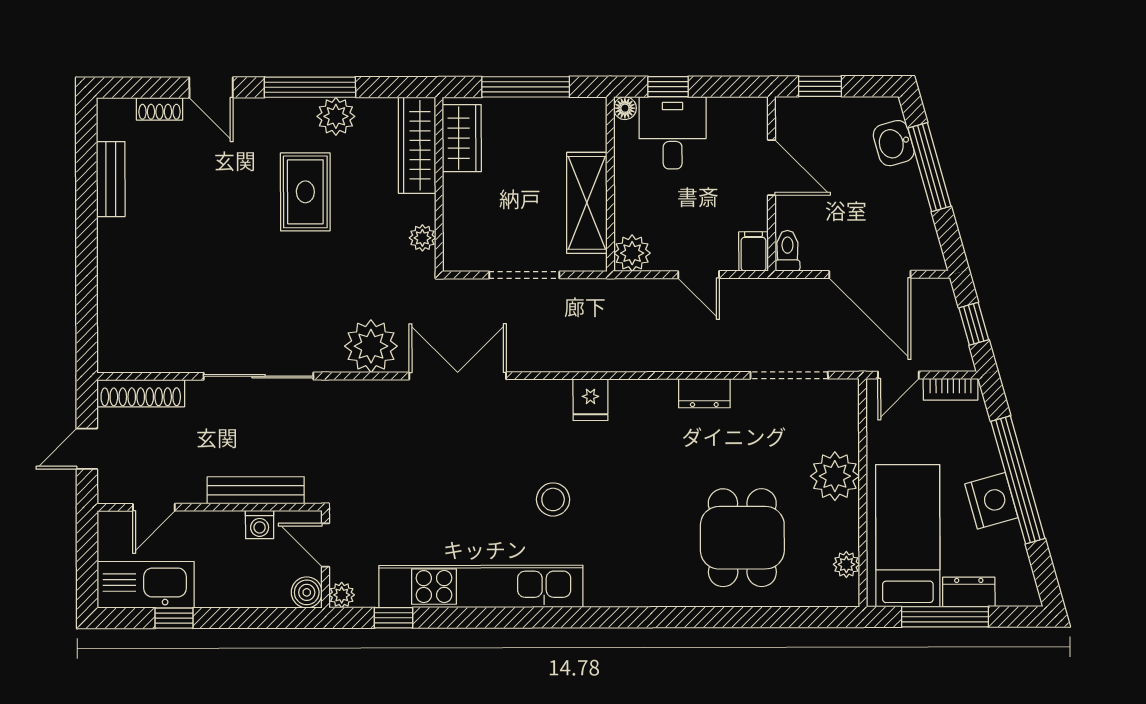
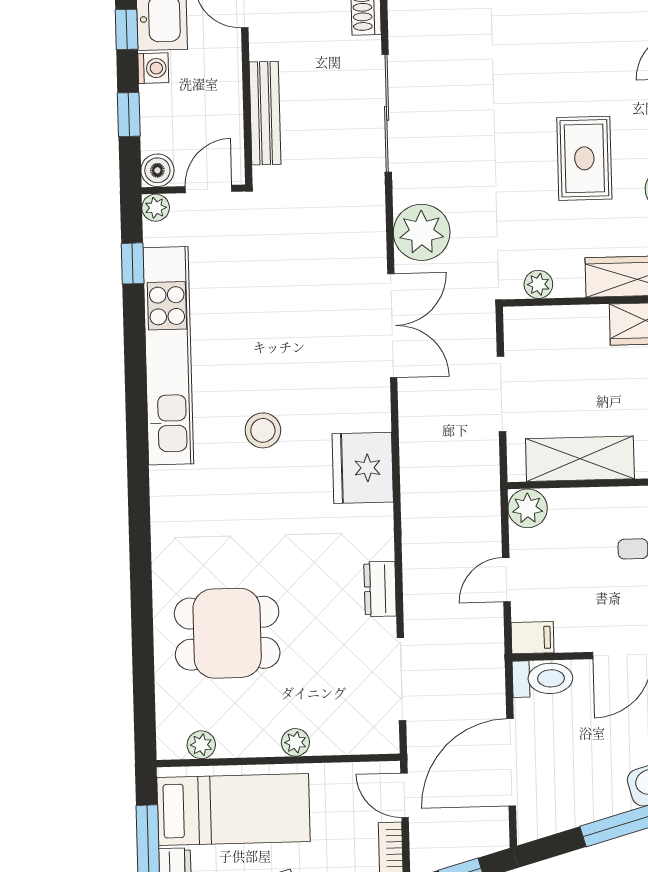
rug: (305, 192) -> (584, 158), turned 90
toilet: (787, 251) -> (543, 679), width x1.37, depth x1.39
fridge: (590, 400) -> (363, 468), width x1.88, depth x1.34
plant: (835, 476) -> (295, 742), width x0.53, depth x0.53
washing machine: (260, 525) -> (153, 68), moved, turned 180
window: (254, 618) -> (129, 115), added

